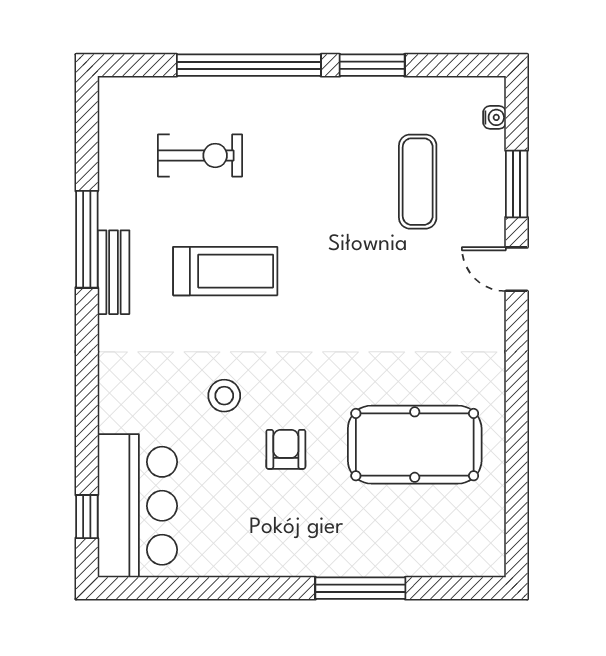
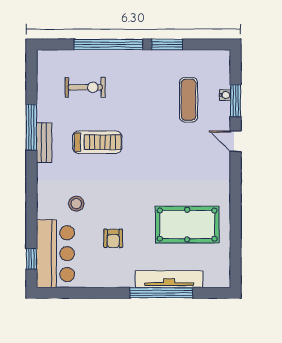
water cooler: (494, 117) -> (225, 95), moved
stool: (224, 396) -> (76, 204), moved
armchair: (286, 449) -> (113, 238), moved, turned 180
tv unit: (377, 559) -> (169, 279), added
window: (360, 588) -> (161, 293), width x1.46

